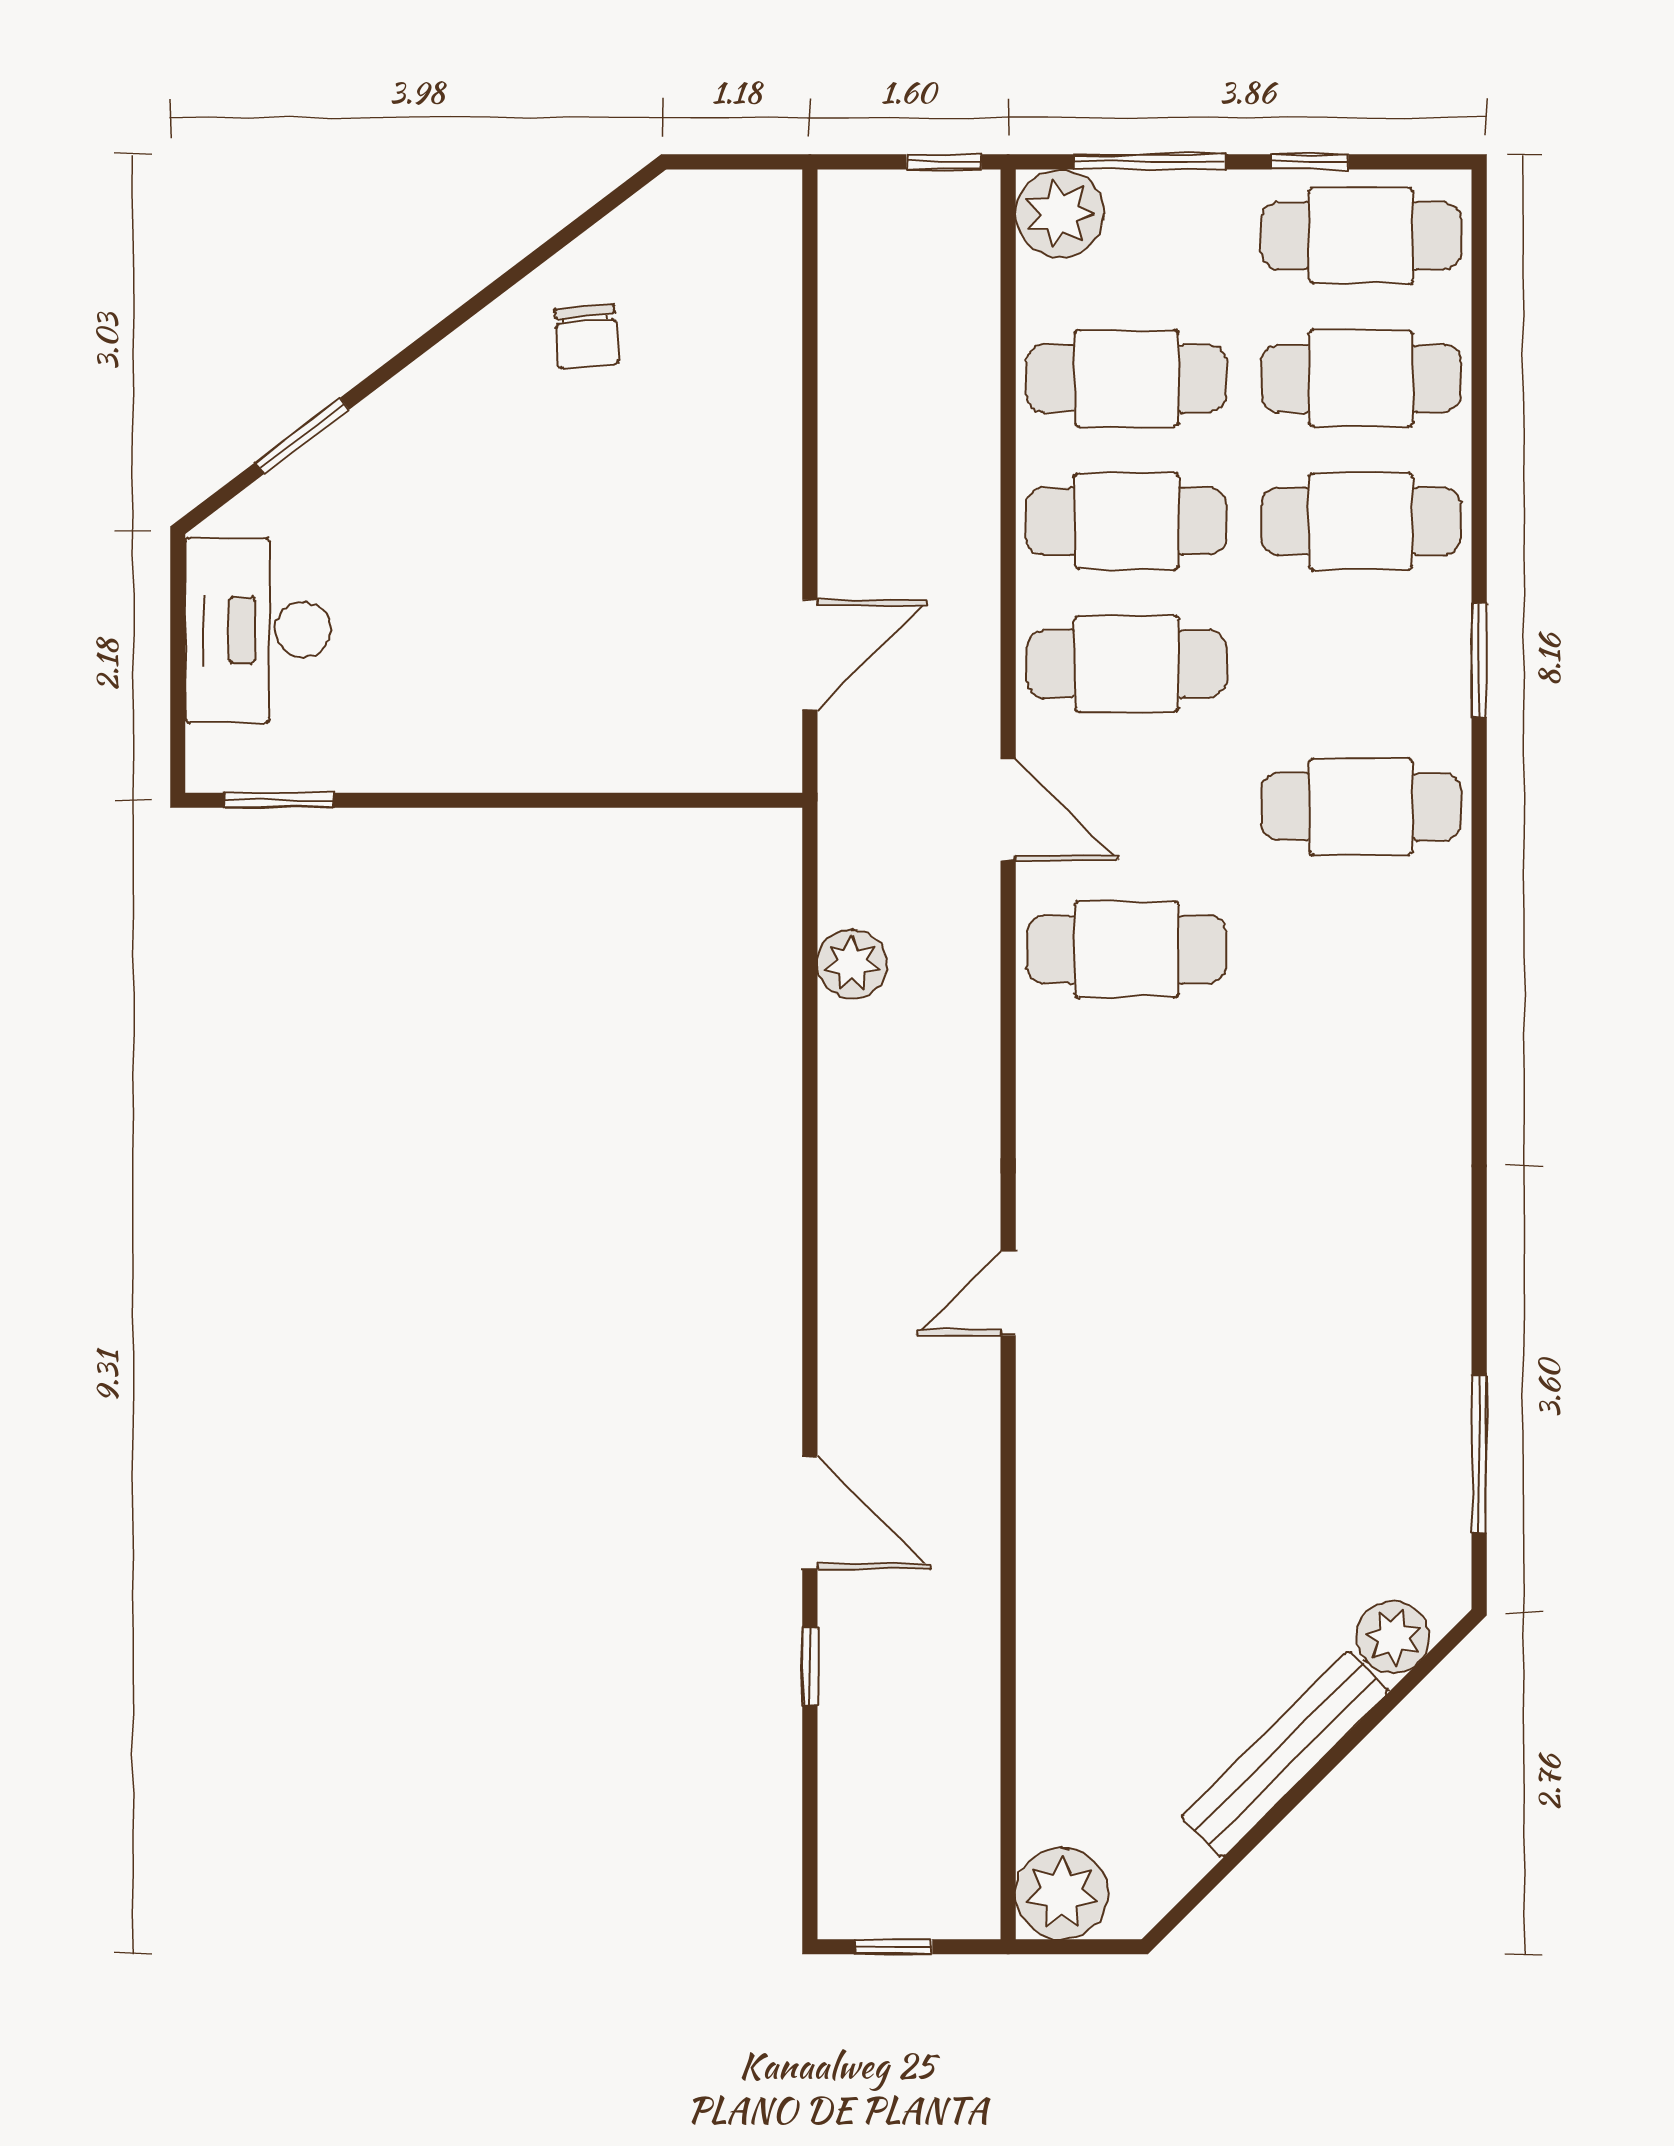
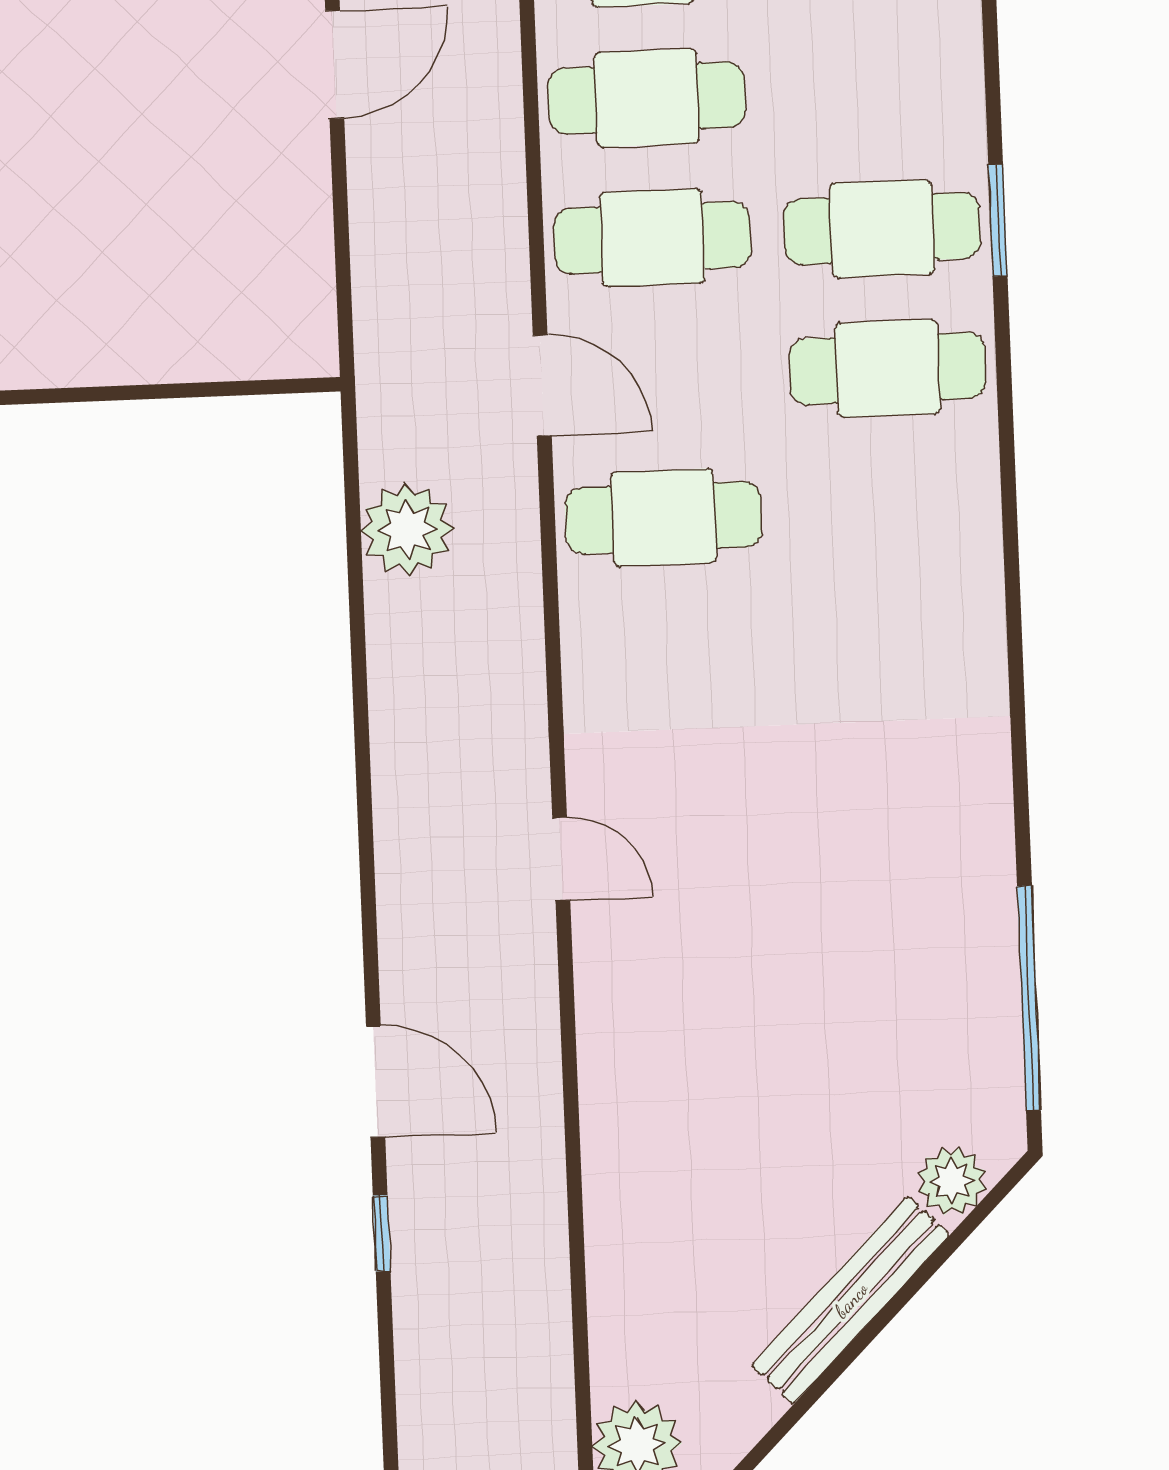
cafe table: (1361, 521) -> (882, 229), moved
door: (810, 655) -> (335, 64), moved
plant: (852, 964) -> (407, 530), width x1.36, depth x1.36
door: (1008, 1293) -> (561, 859), swing flipped
window: (1479, 1454) -> (1029, 998), width x1.46

